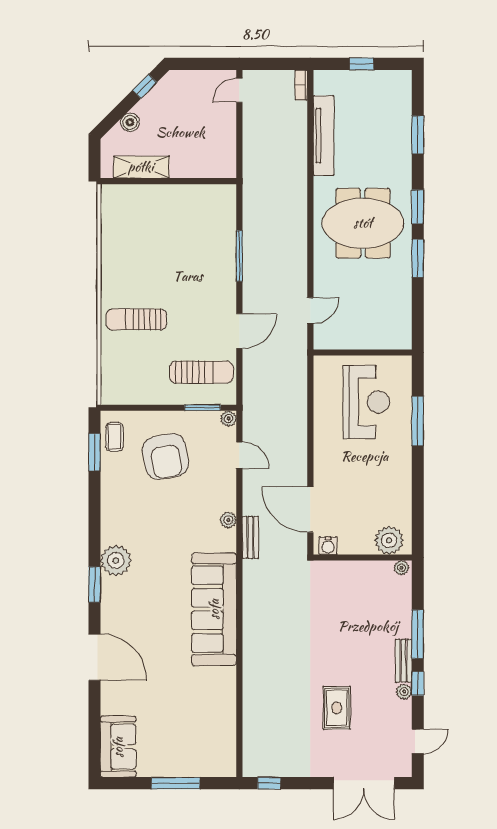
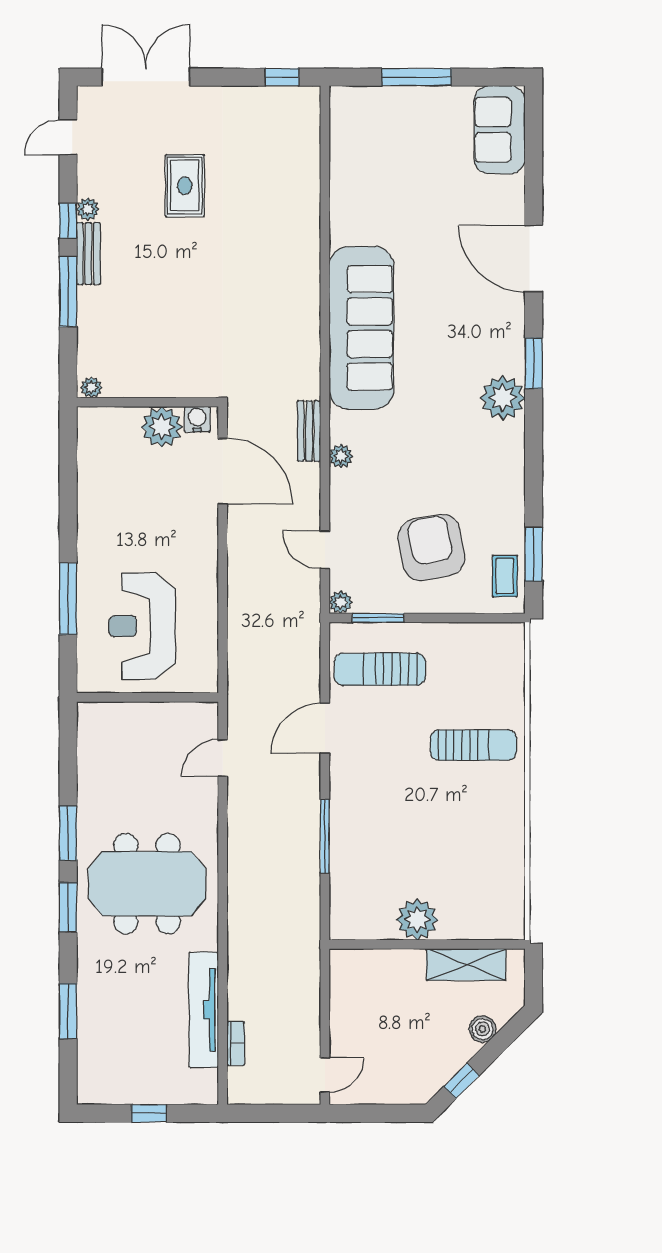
bookcase: (301, 85) -> (236, 1044), moved
plant: (175, 198) -> (417, 919), added
plant: (389, 540) -> (162, 427), moved

